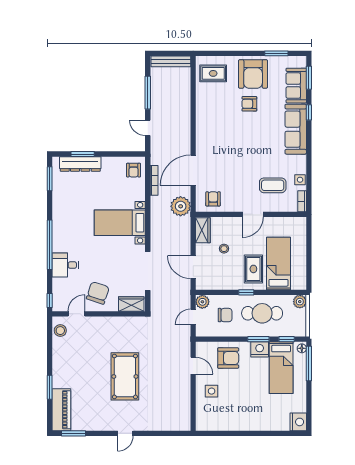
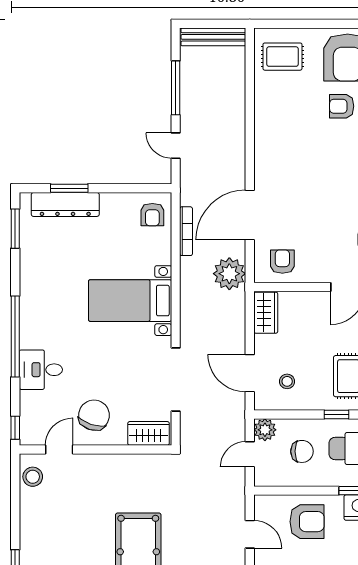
stool: (224, 249) -> (287, 381), moved

